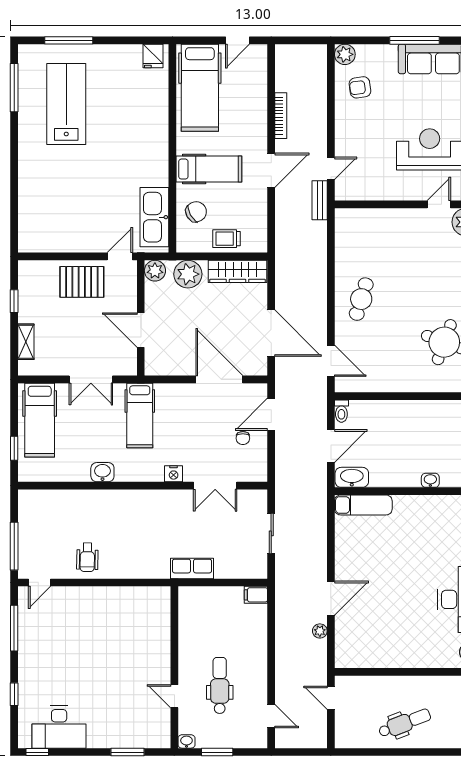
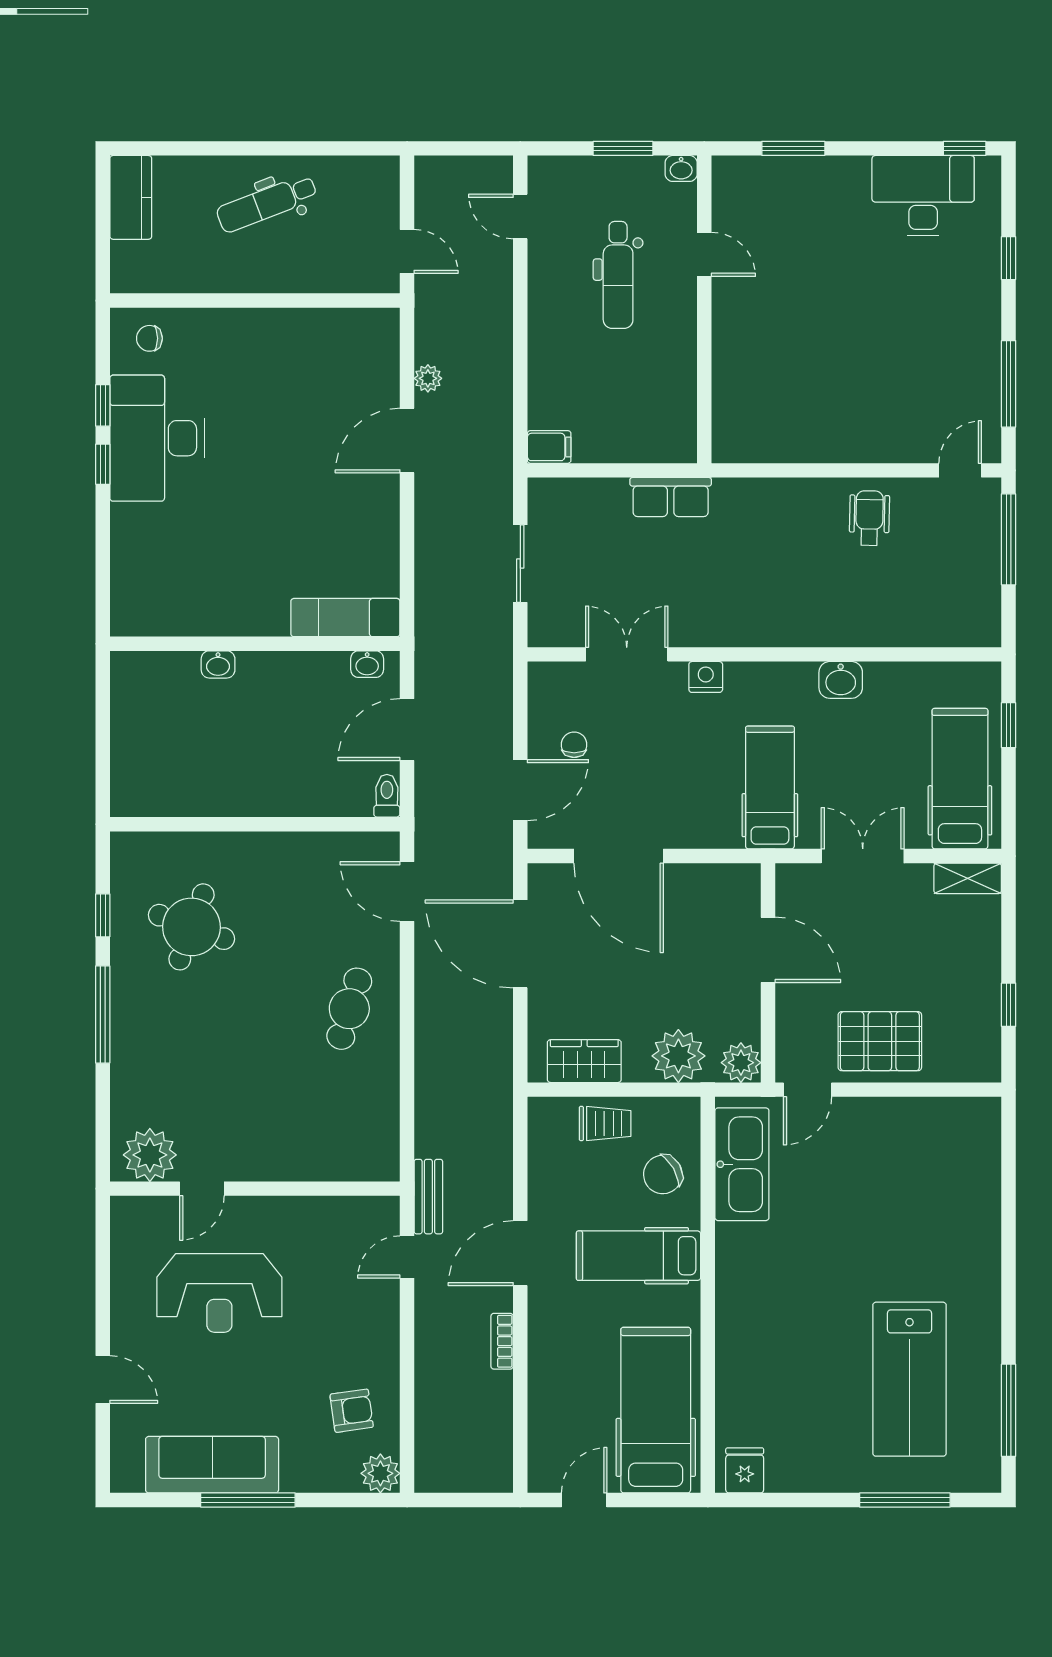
bookcase: (281, 116) -> (502, 1341), width x0.64
wardrobe: (237, 271) -> (584, 1061), width x0.67
shelving: (26, 342) -> (968, 878), moved, turned 90
washbasin: (352, 477) -> (367, 664), width x0.52, depth x0.69

